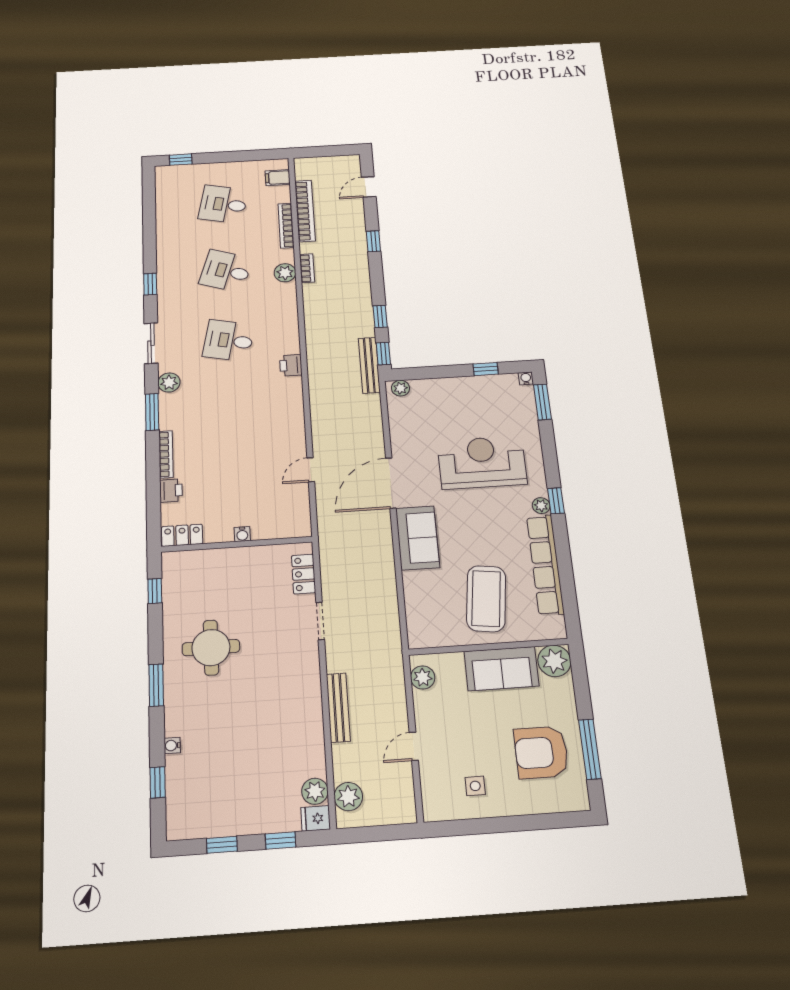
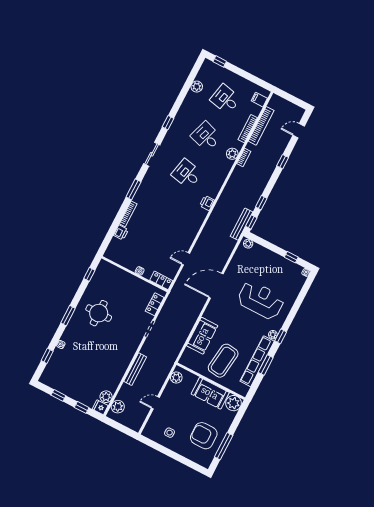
plant: (169, 382) -> (197, 87), moved
window: (542, 402) -> (266, 365), moved
locker: (182, 535) -> (161, 280), moved
sofa: (418, 538) -> (202, 336), moved

